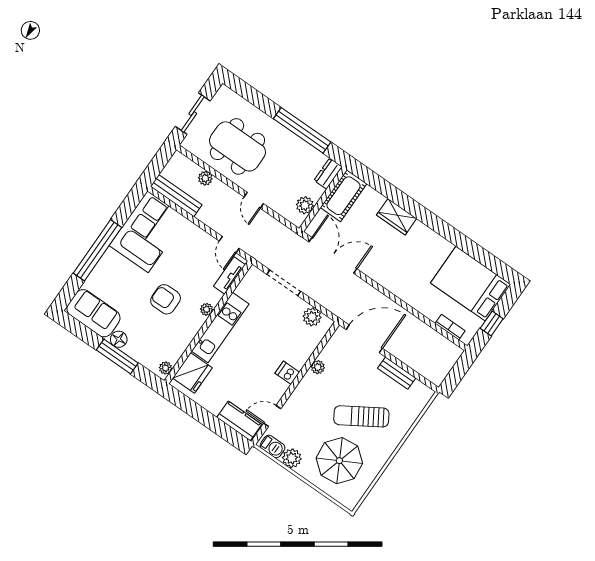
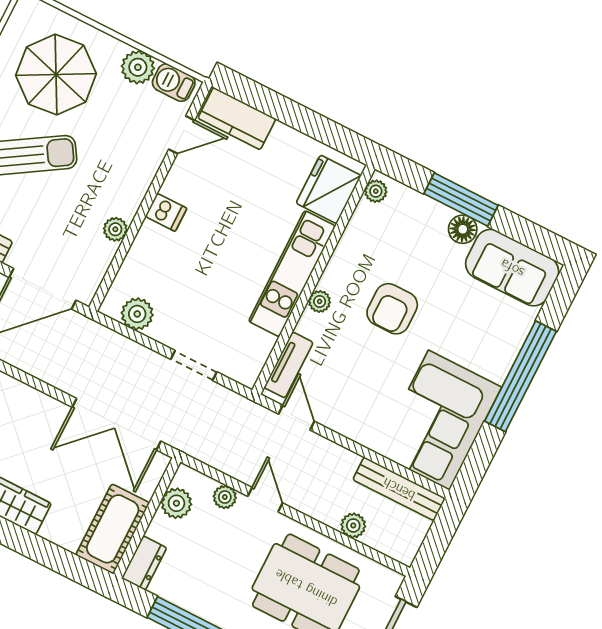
plant: (277, 205) -> (225, 497), added
doorway: (284, 283) -> (194, 366), width x0.73
armchair: (166, 299) -> (392, 309), turned 90

